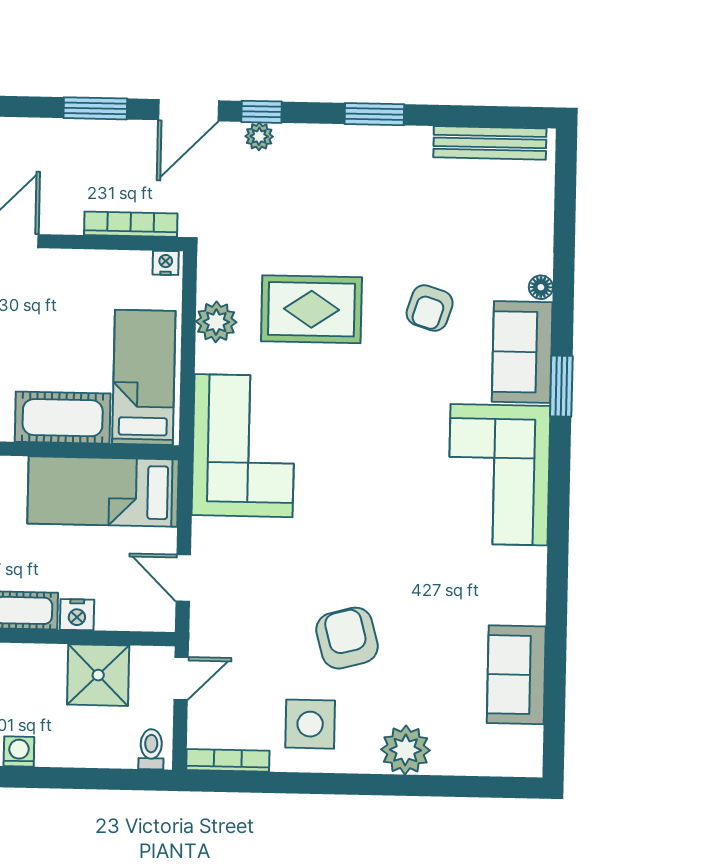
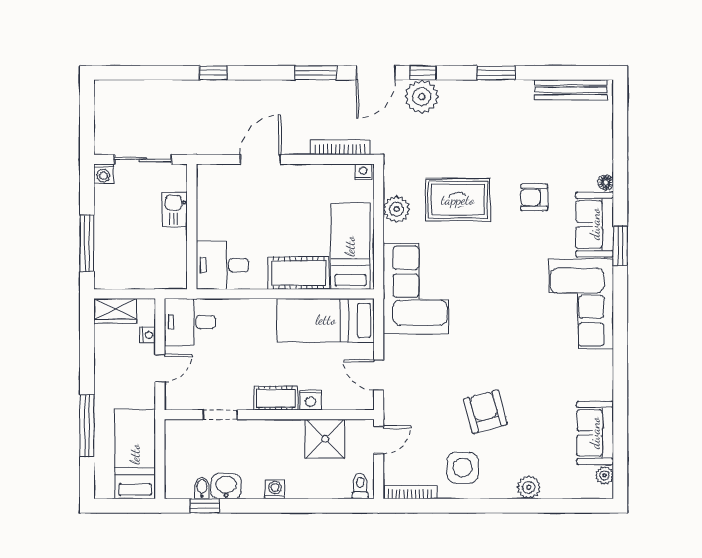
plant: (259, 136) -> (422, 97), width x1.87, depth x1.87
armchair: (430, 308) -> (534, 197), turned 72
plant: (530, 741) -> (605, 475), added
plant: (406, 750) -> (529, 487), width x0.73, depth x0.73

